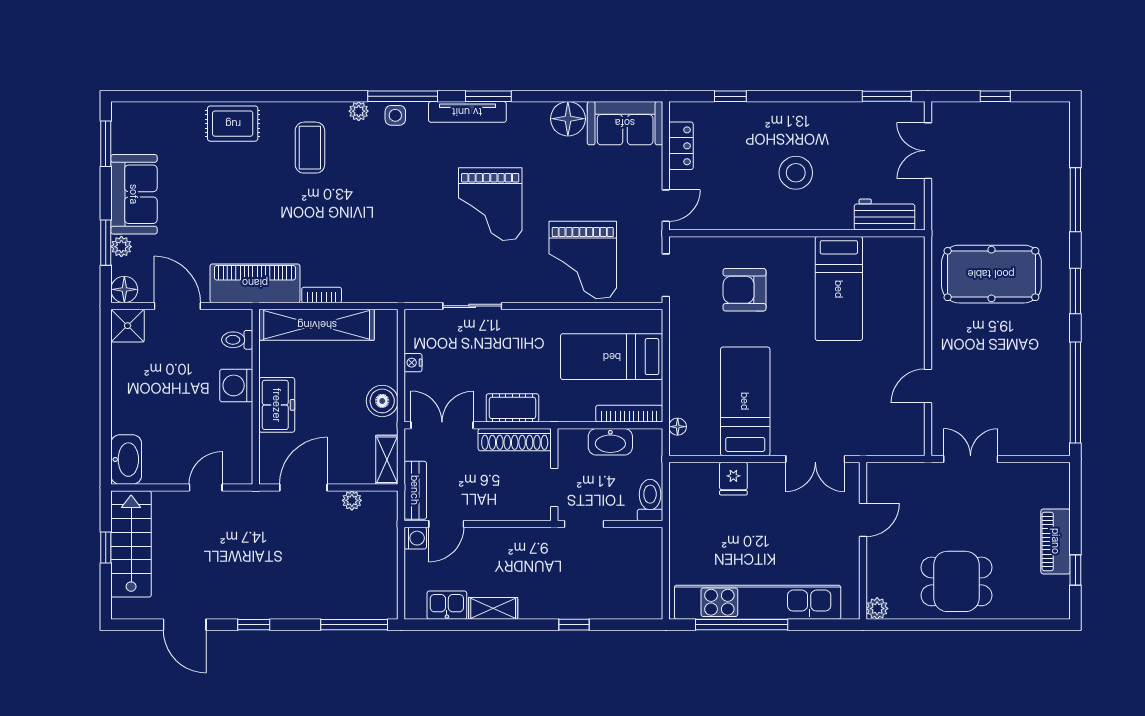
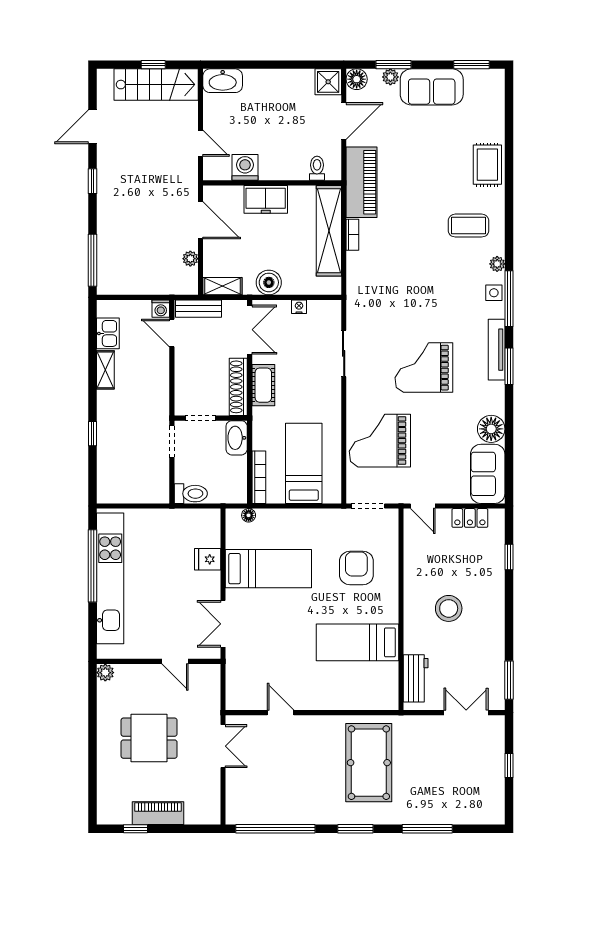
washing machine: (236, 385) -> (245, 167), moved
washbasin: (610, 442) -> (237, 438), moved
dining table: (956, 581) -> (149, 738), moved, turned 90

